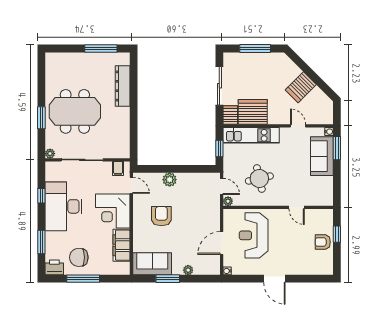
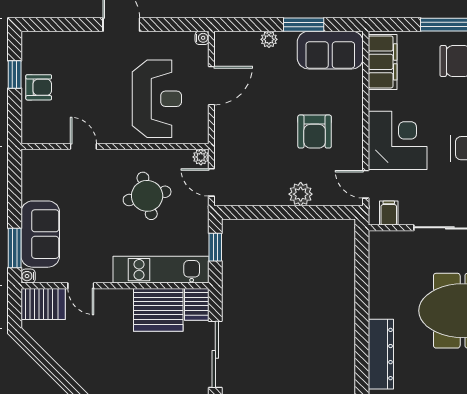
server rack: (301, 87) -> (43, 304), moved, turned 45
window: (337, 234) -> (15, 74), moved
filing cabinet: (122, 245) -> (383, 62), moved

